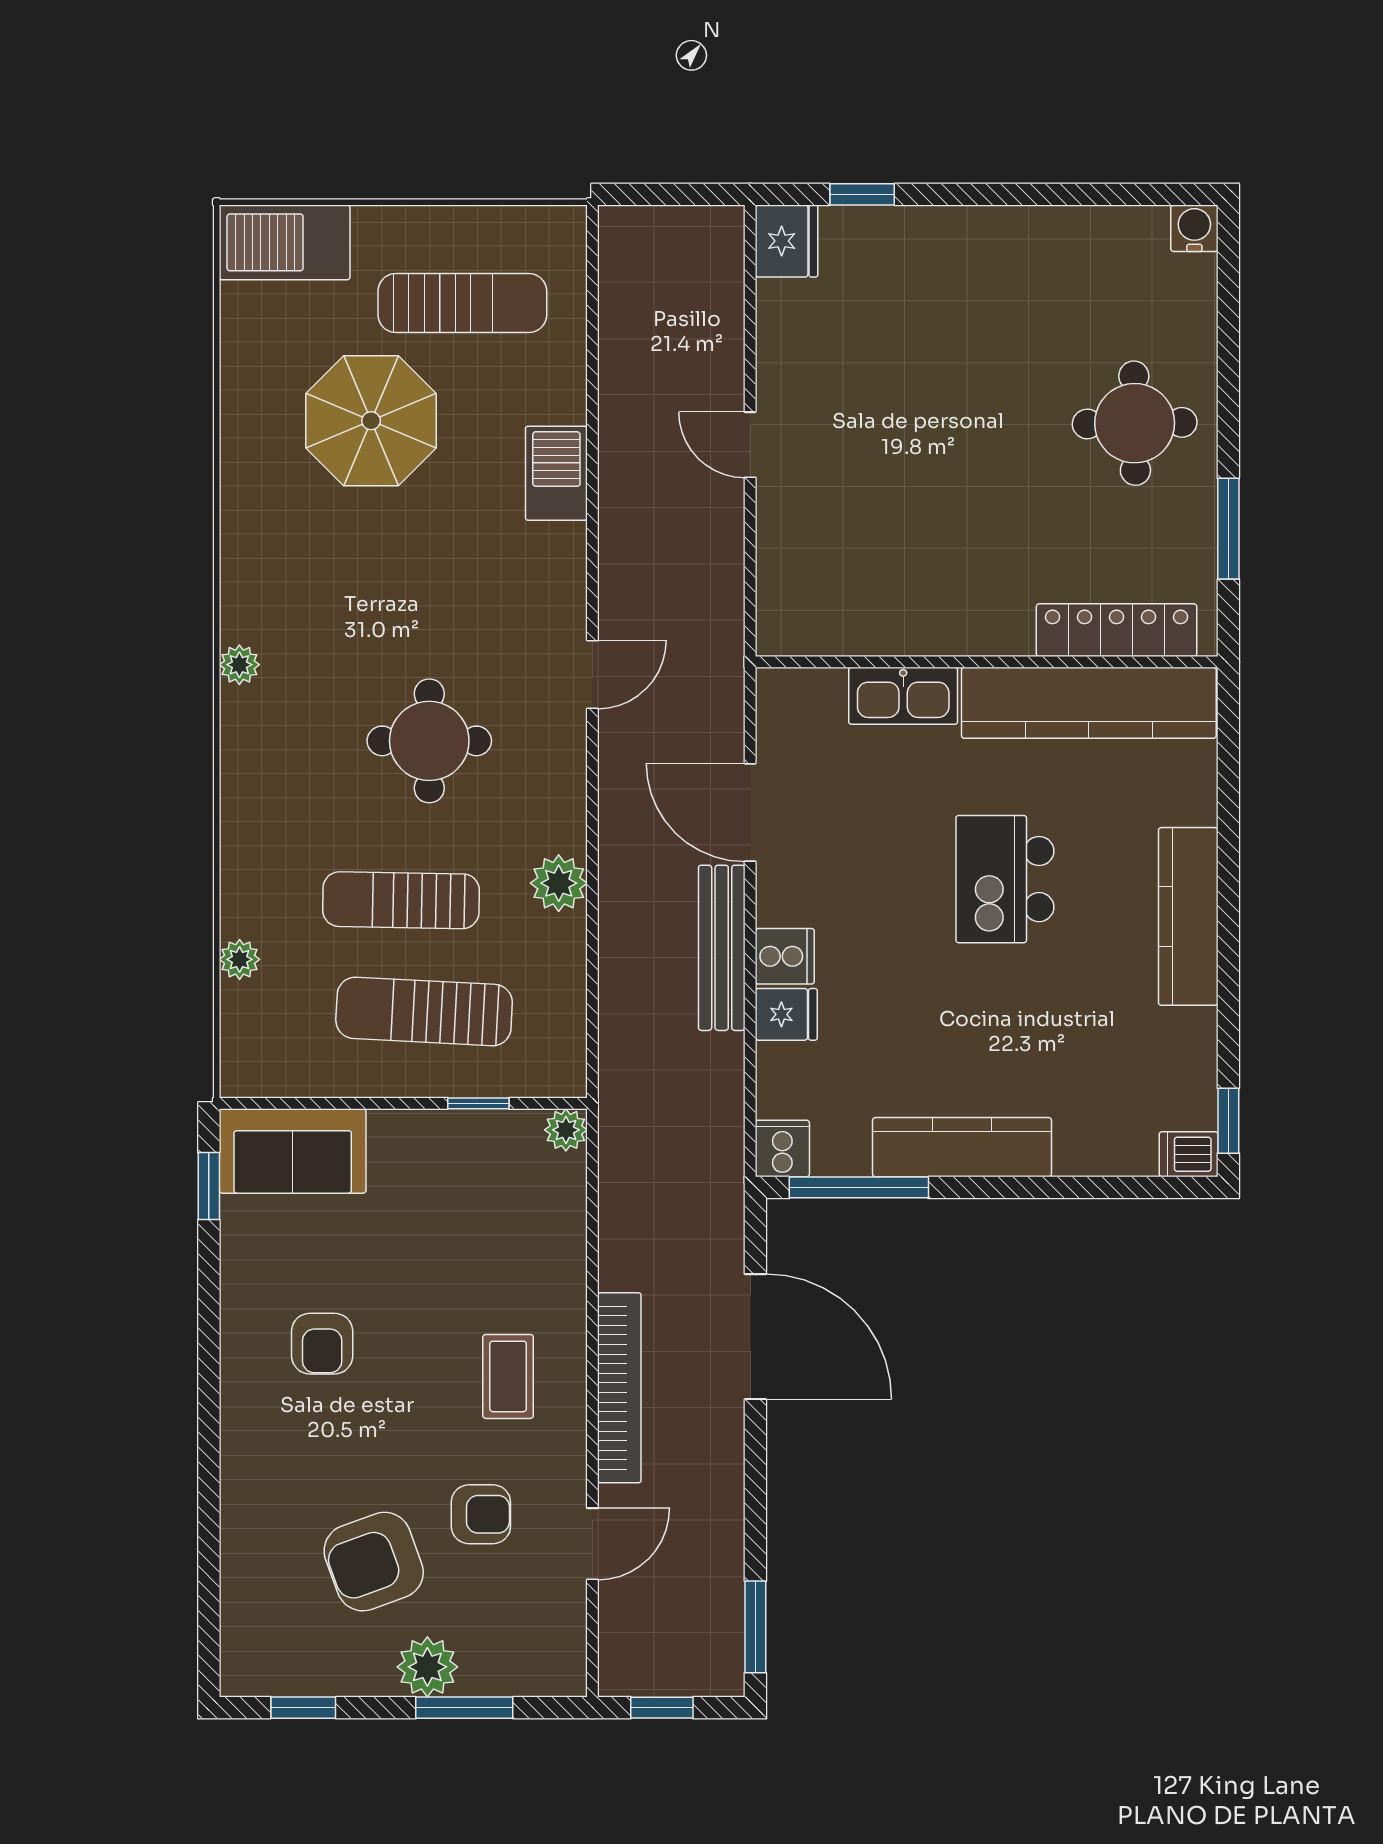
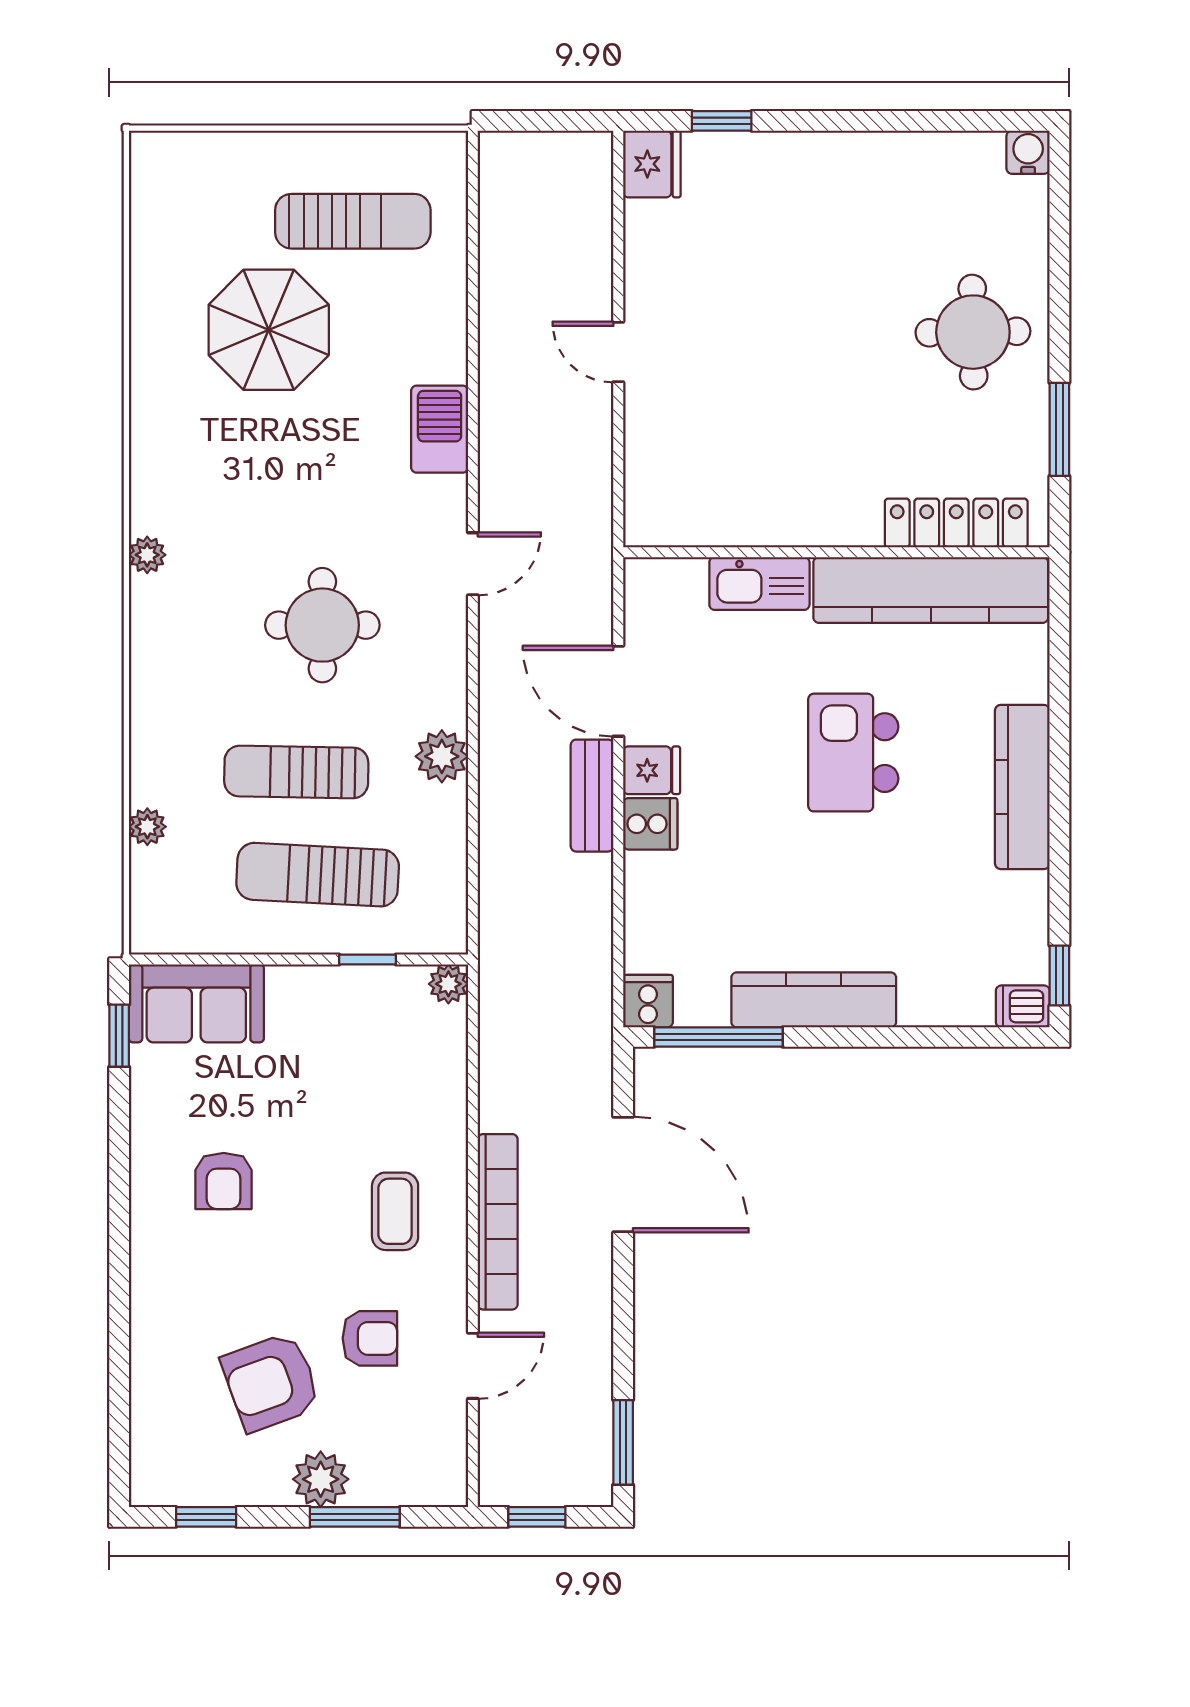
barbecue: (285, 242) -> (189, 165), removed
barbecue: (556, 473) -> (440, 429), moved
bench: (722, 948) -> (592, 796), width x0.73
fridge: (786, 1014) -> (652, 770), moved

